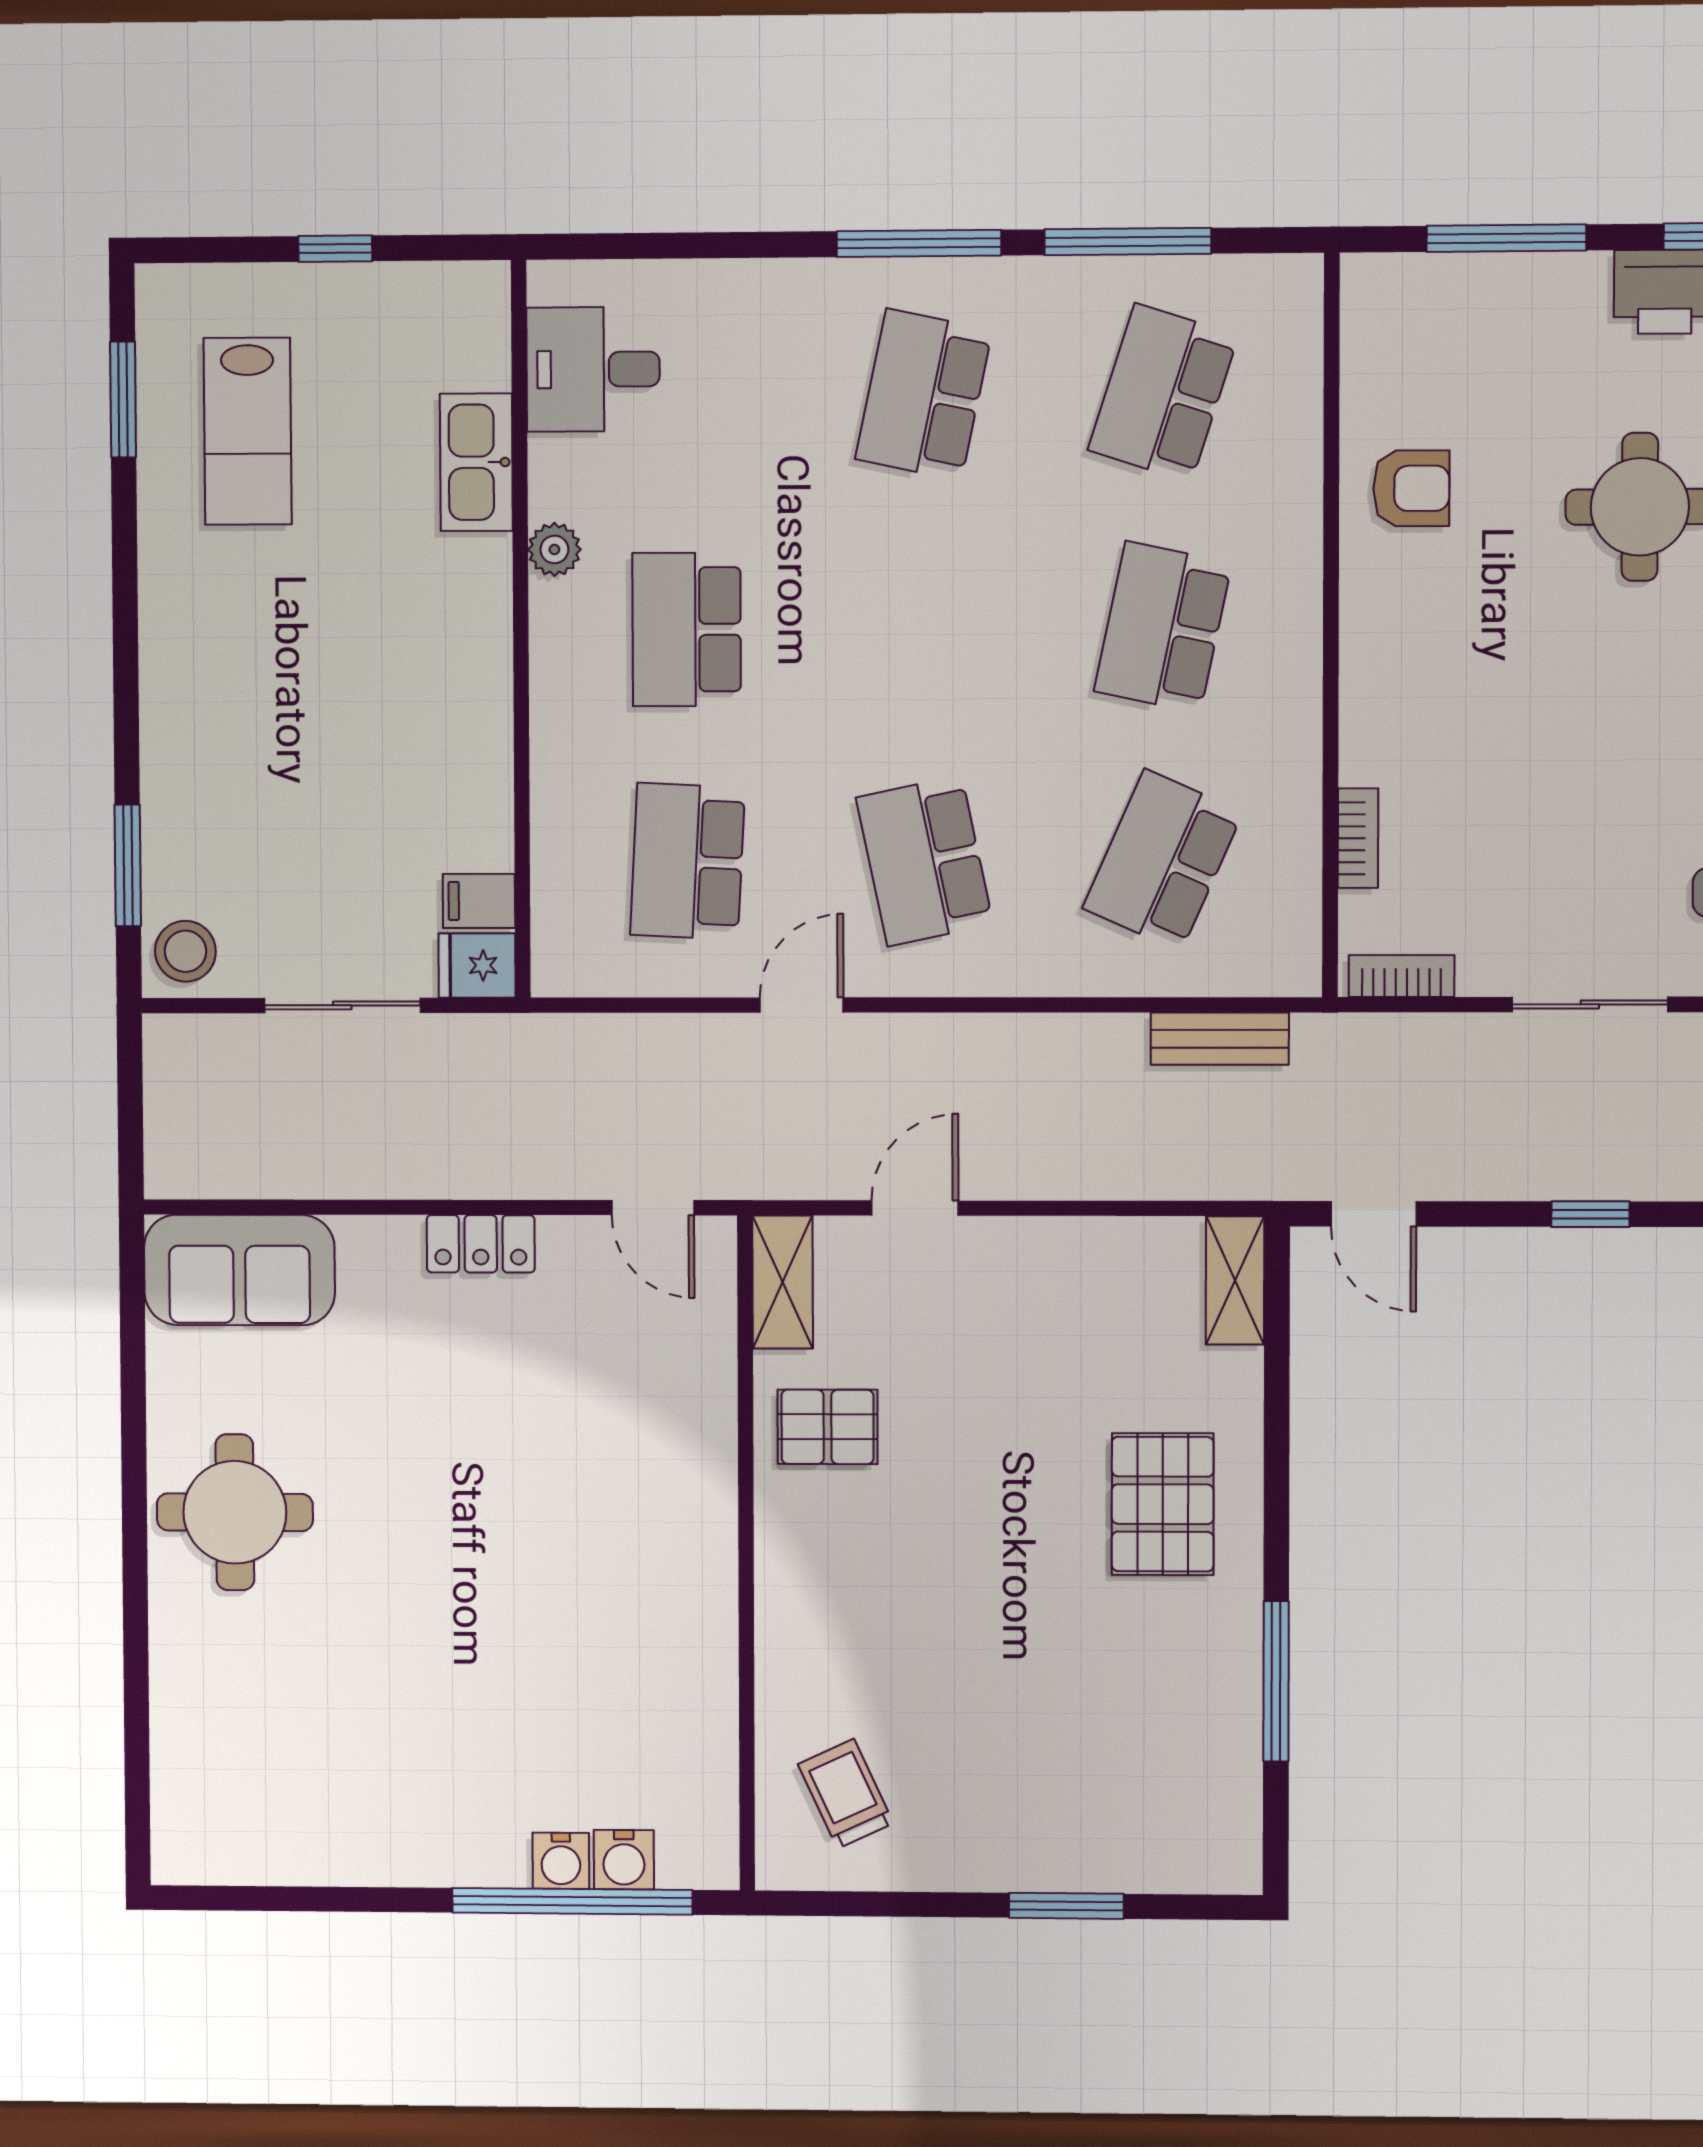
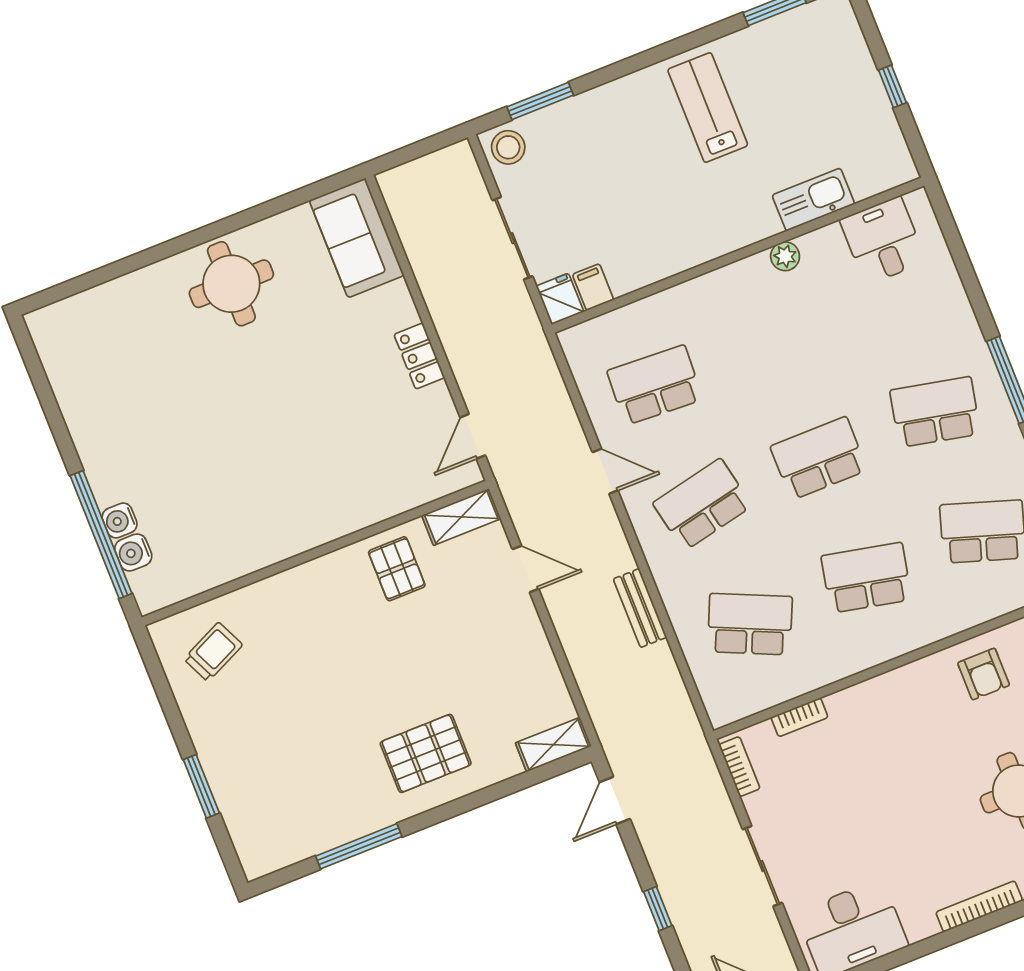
lab bench: (248, 431) -> (708, 107), moved, turned 90
school desk: (687, 629) -> (819, 458), moved
bench: (1220, 1039) -> (640, 608), moved

